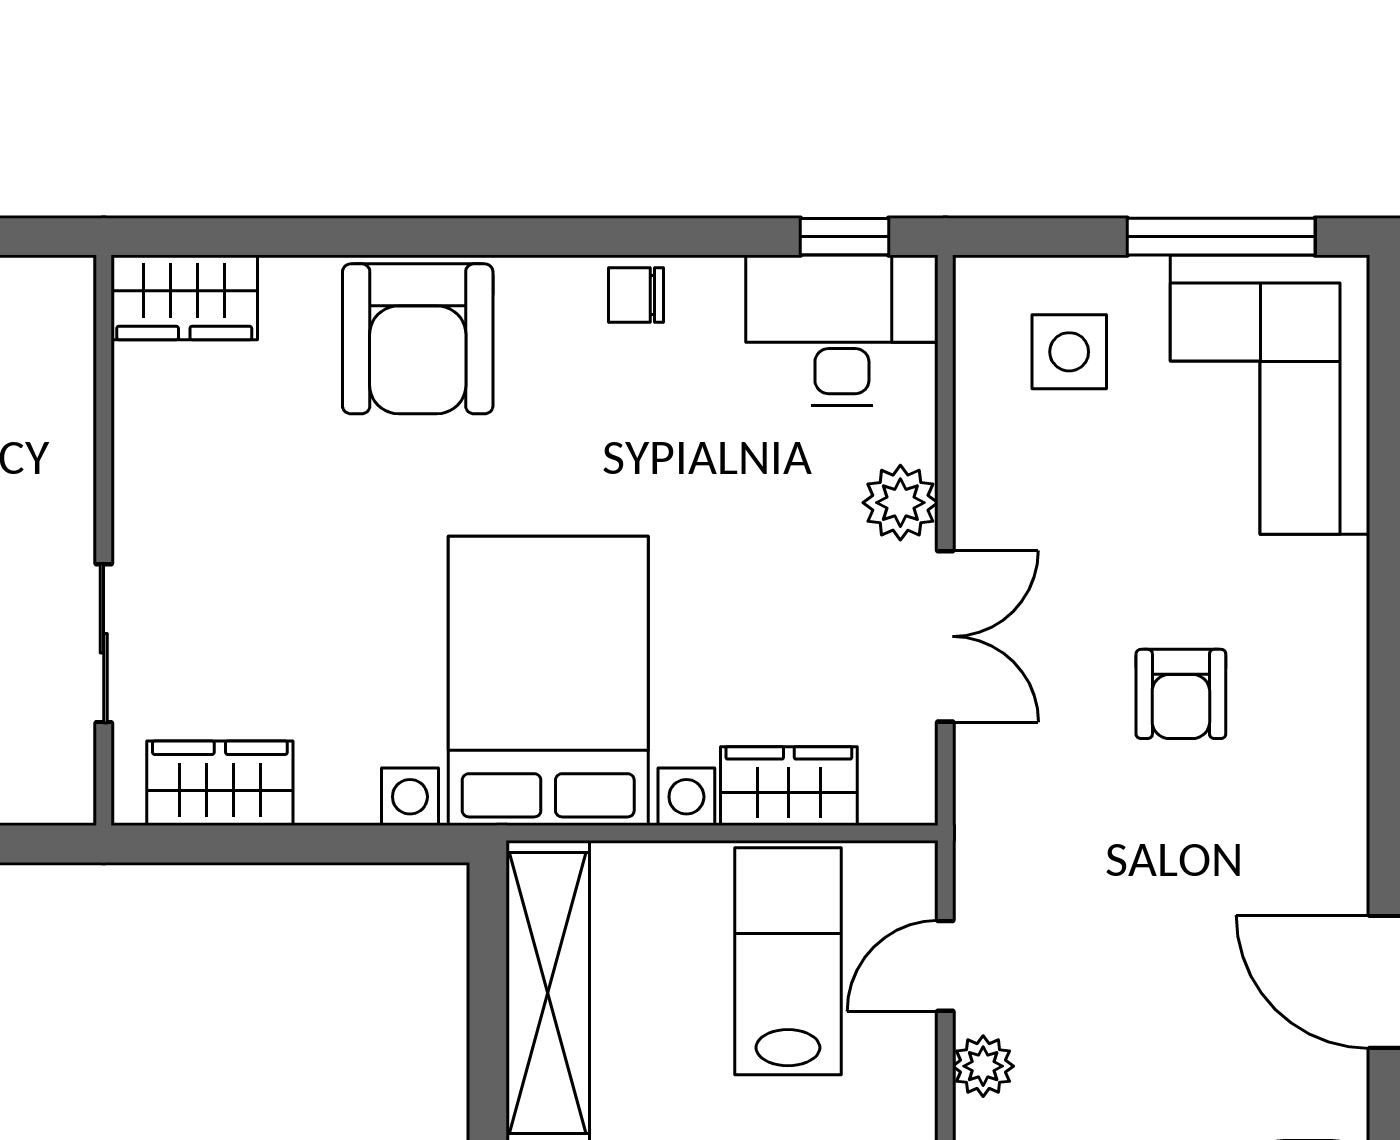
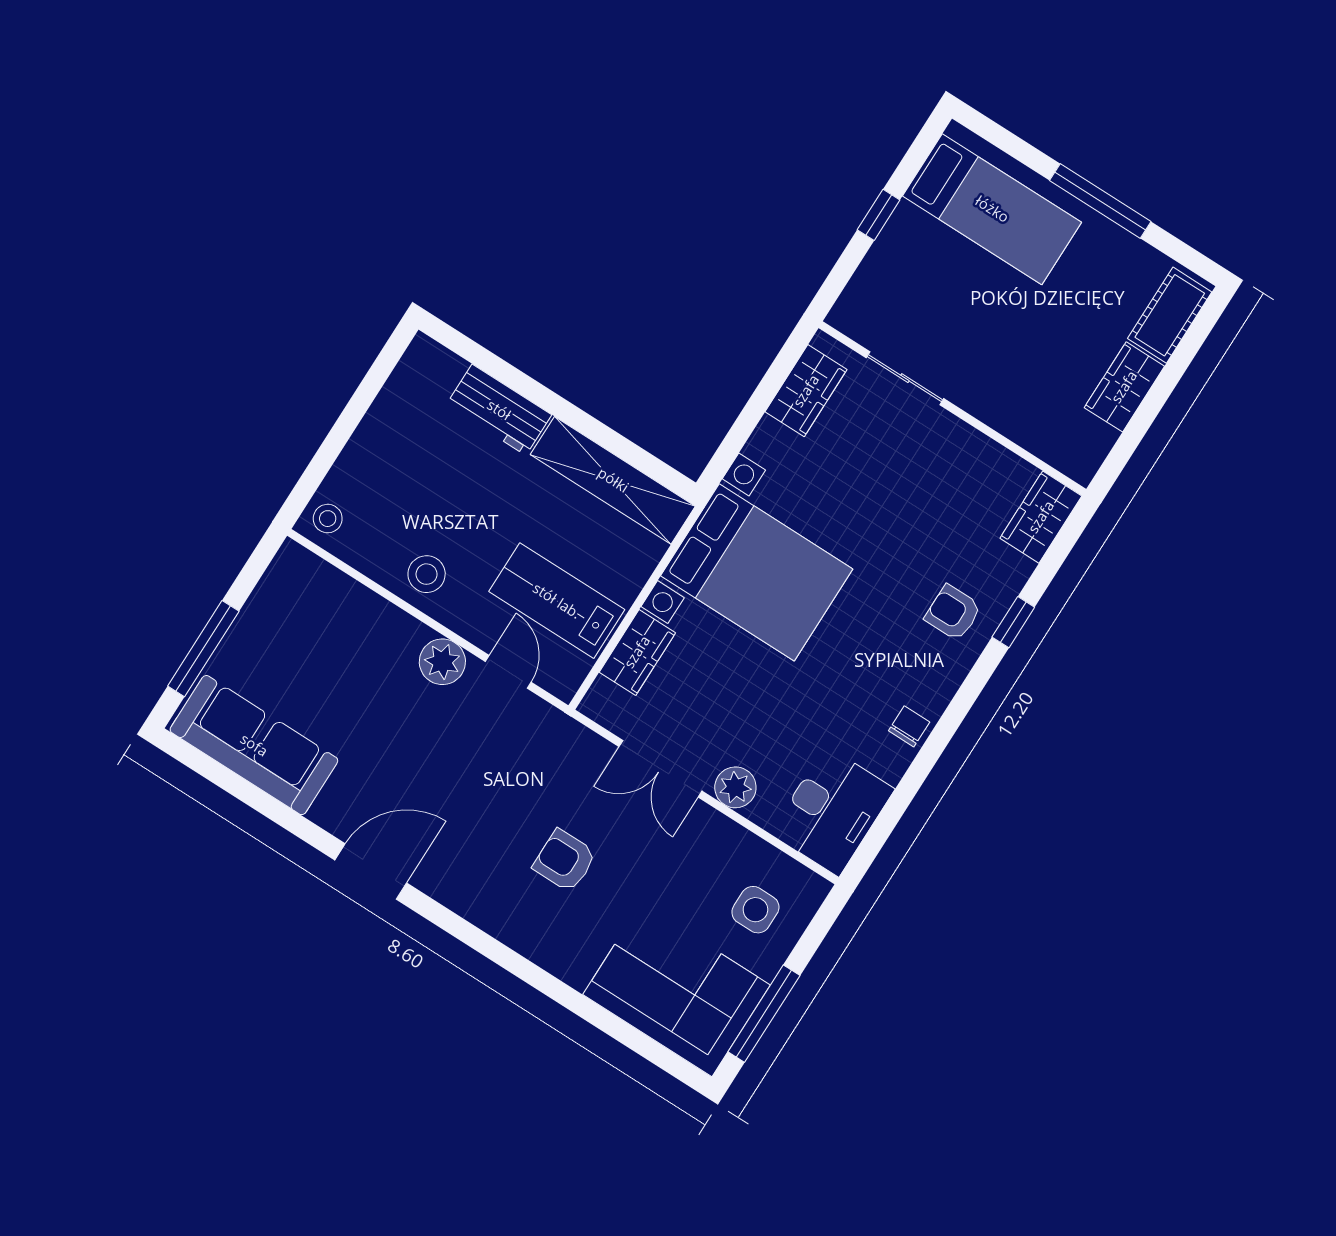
window: (845, 237) -> (1013, 622), moved
armchair: (418, 339) -> (953, 613), width x0.53, depth x0.53
lab bench: (788, 961) -> (557, 601), turned 180
plant: (983, 1066) -> (442, 662), width x1.38, depth x1.38

